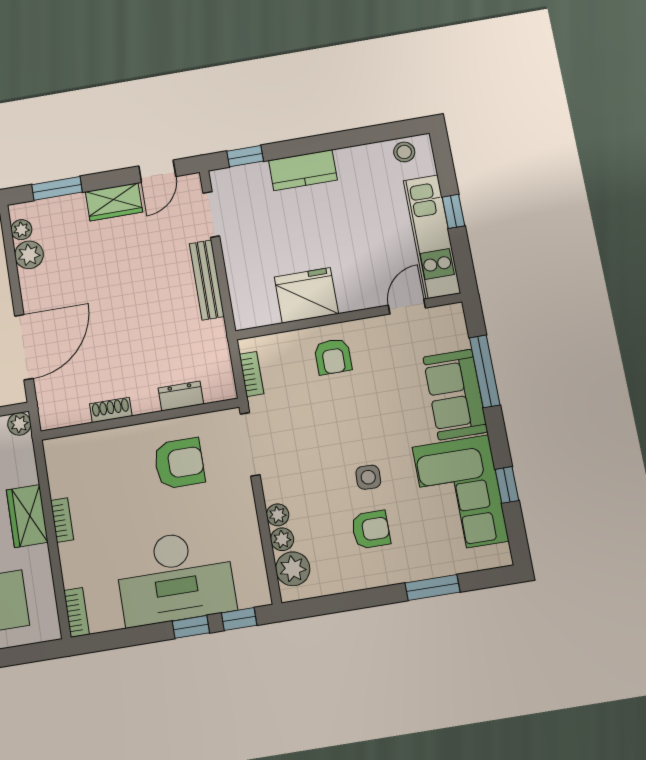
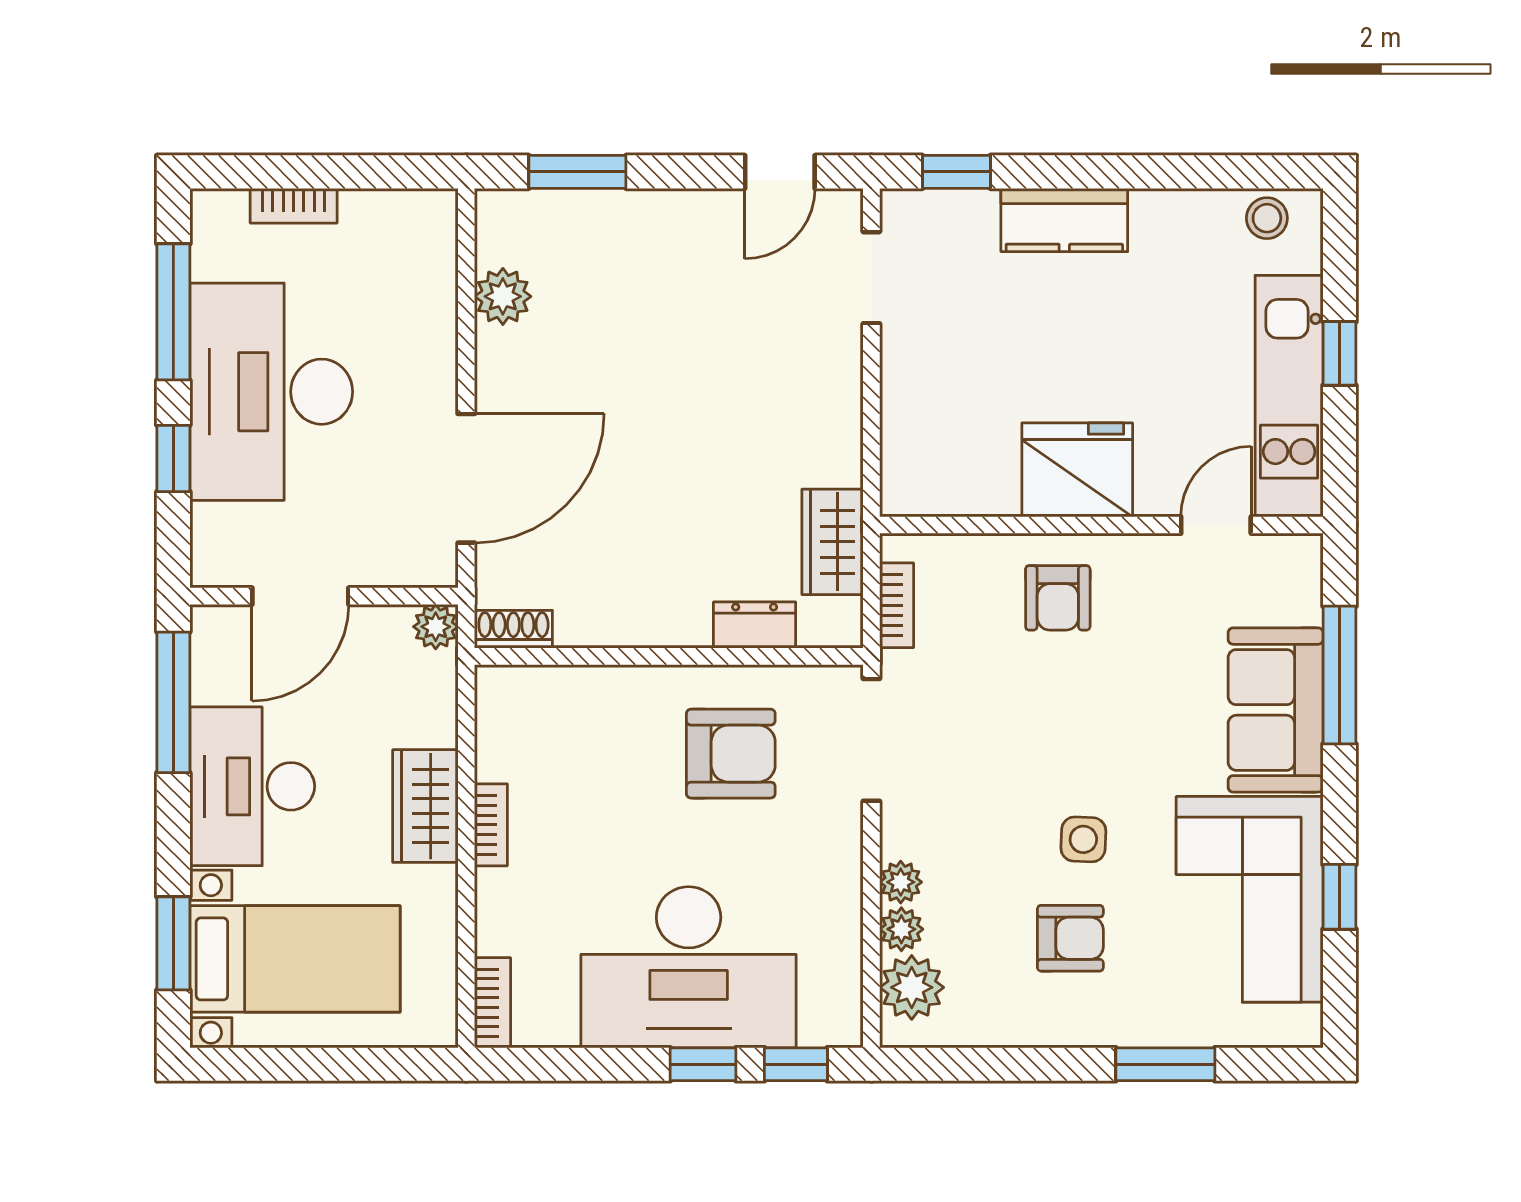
wardrobe: (114, 202) -> (833, 542), moved, turned 90
plant: (21, 230) -> (495, 243), removed
bench: (207, 280) -> (841, 407), removed
fridge: (306, 295) -> (1077, 470), moved
shoe rack: (111, 410) -> (513, 629), moved

